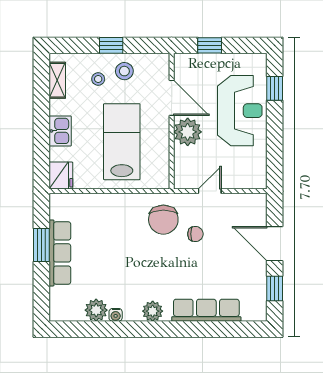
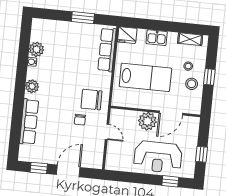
window: (210, 45) -> (202, 154), moved
row of seats: (60, 253) -> (107, 50), moved, turned 90

